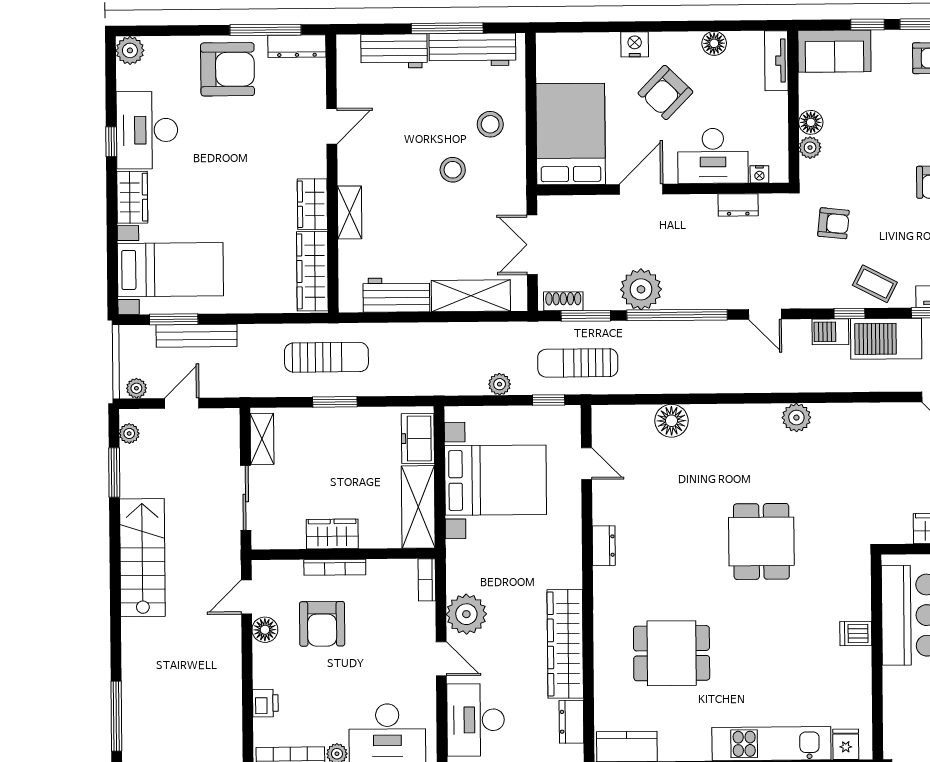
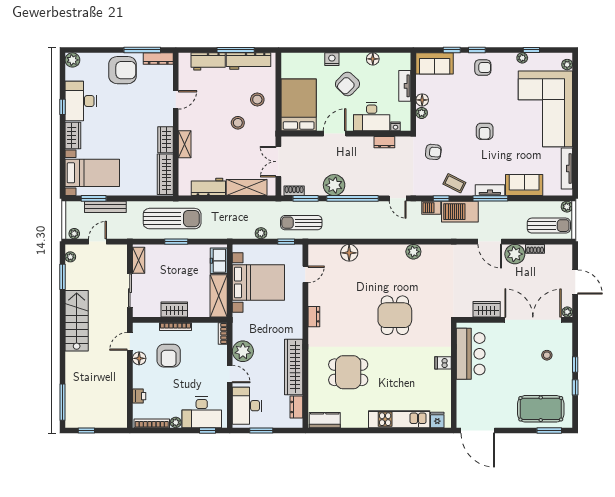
tv unit: (776, 61) -> (405, 86), moved
sun lounger: (326, 357) -> (172, 219), width x1.36, depth x1.34
door: (587, 464) -> (305, 274), hinge flipped

